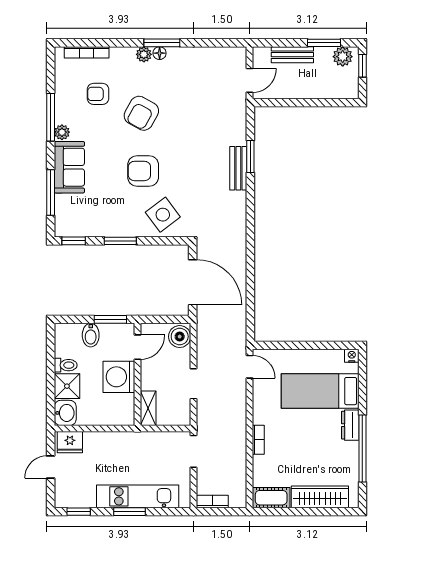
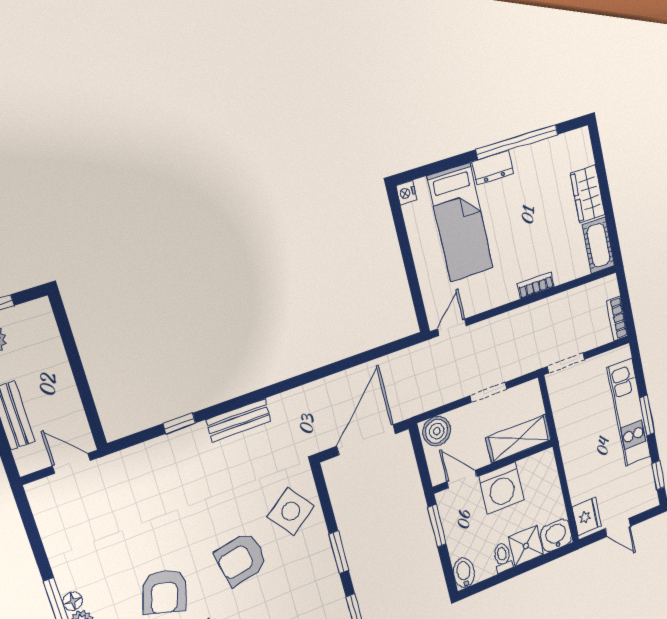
armchair: (141, 113) -> (164, 592), turned 78
window: (250, 156) -> (179, 423), width x0.67
bench: (238, 168) -> (239, 420), moved
armchair: (143, 171) -> (241, 559), turned 79
bidet: (91, 335) -> (464, 573), moved, turned -90
shelving: (148, 408) -> (519, 439), width x1.50, depth x1.33
wardrobe: (320, 497) -> (588, 194), width x0.67

